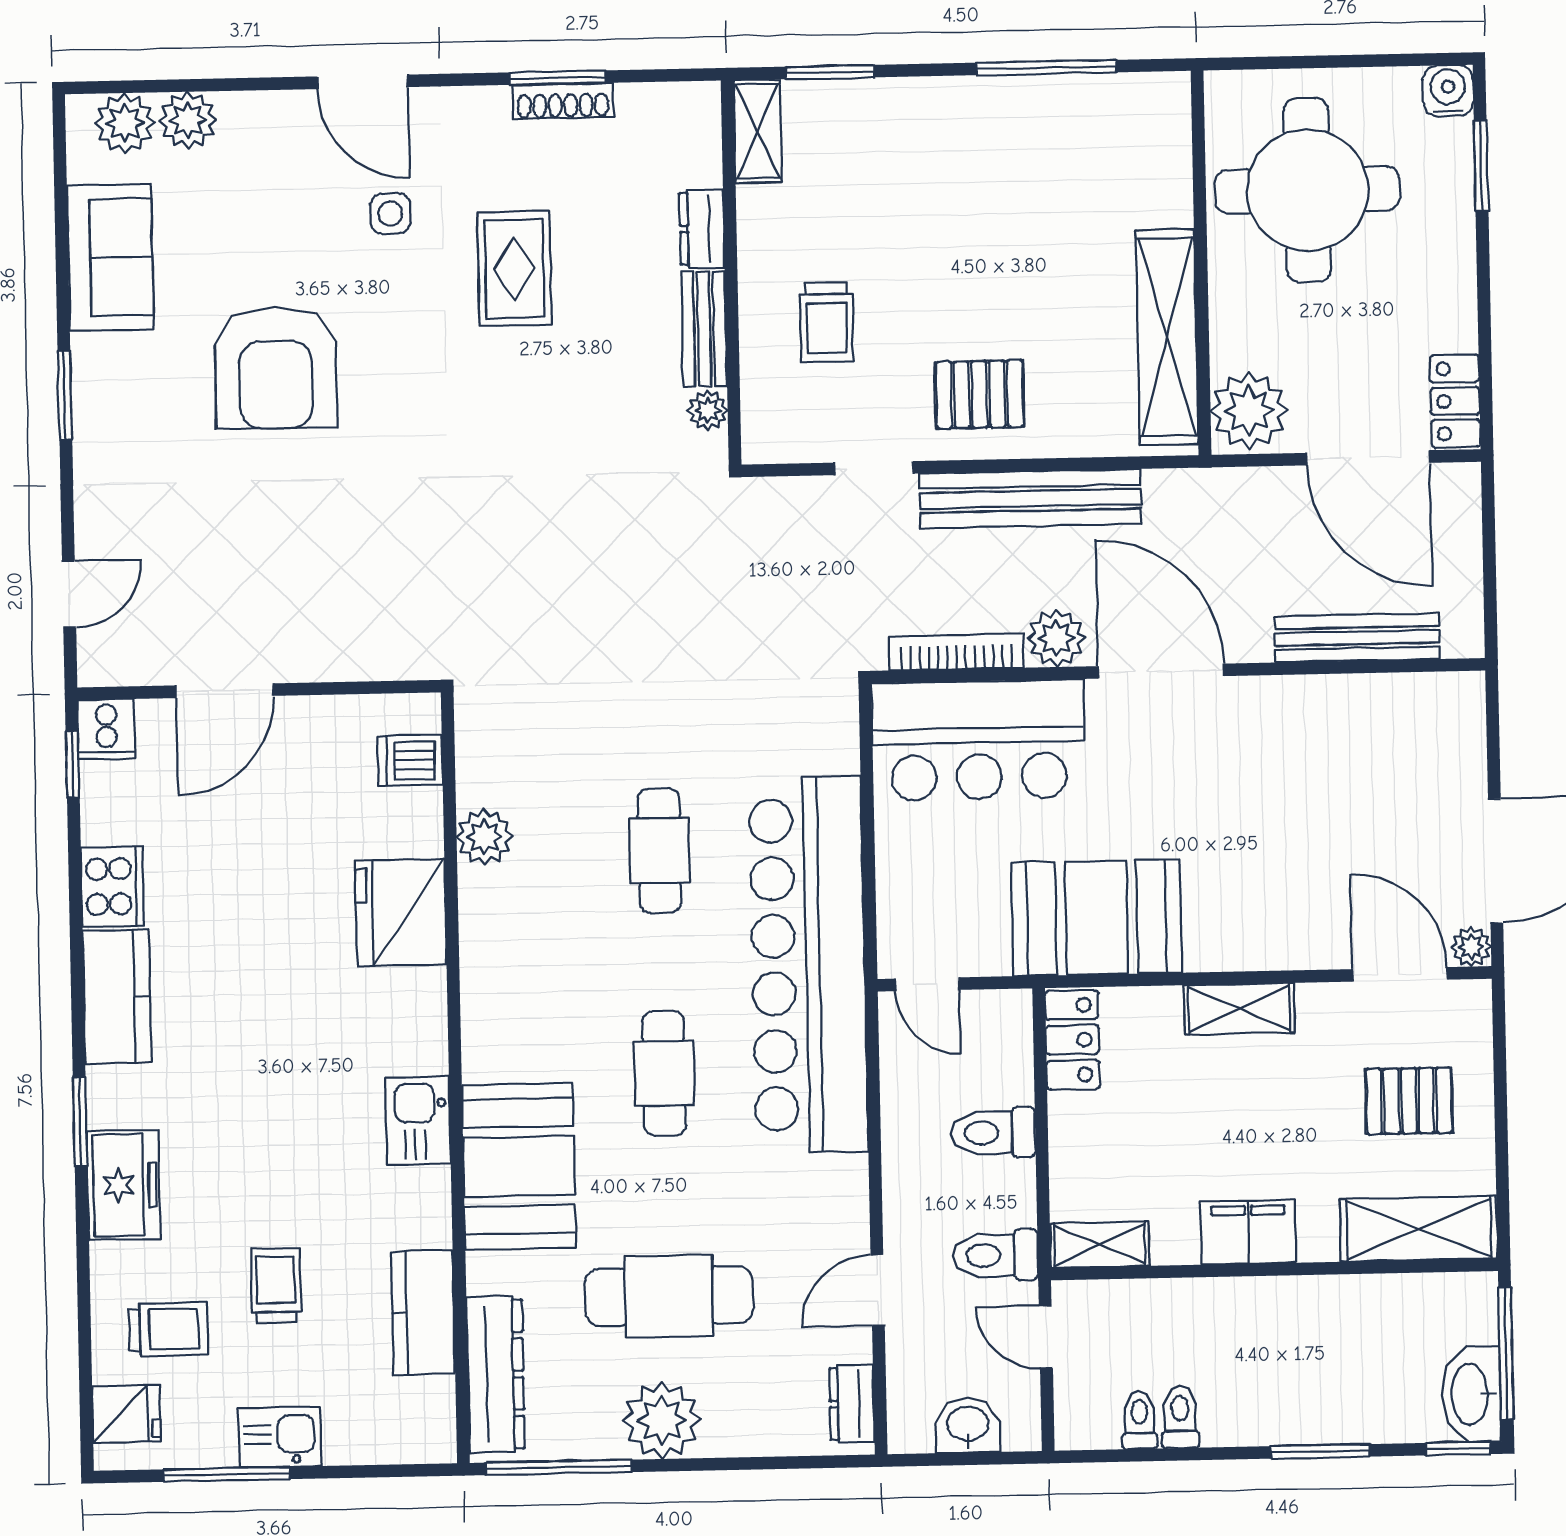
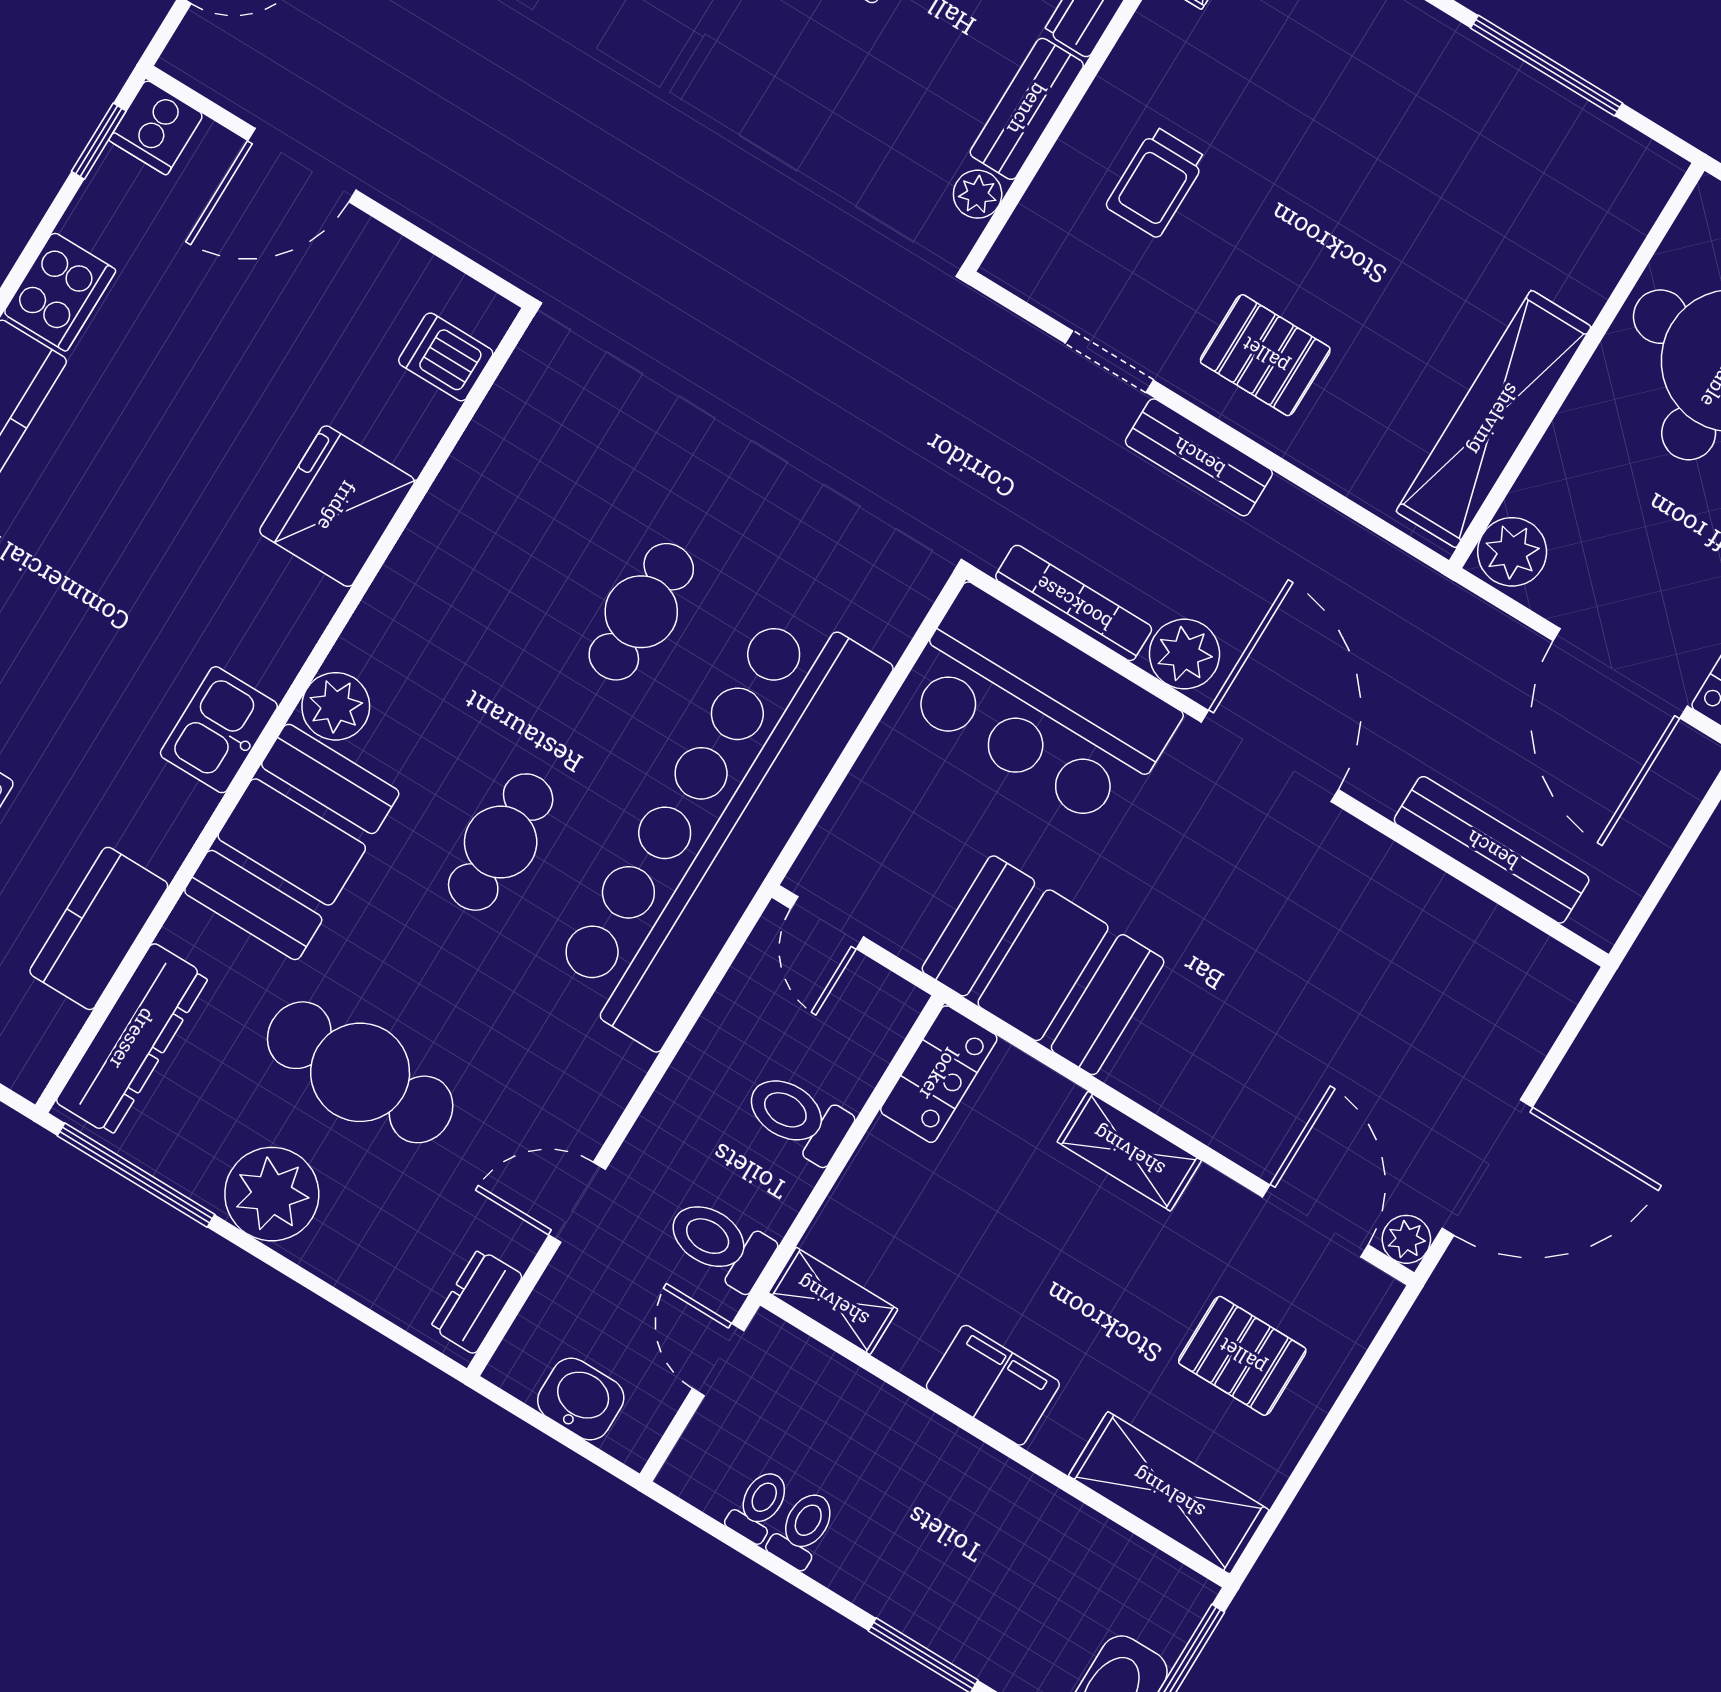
plant: (1249, 411) -> (1512, 552), width x0.73, depth x0.73
bench: (1030, 499) -> (1199, 457), width x0.54, depth x0.82
plant: (484, 837) -> (336, 706), moved

